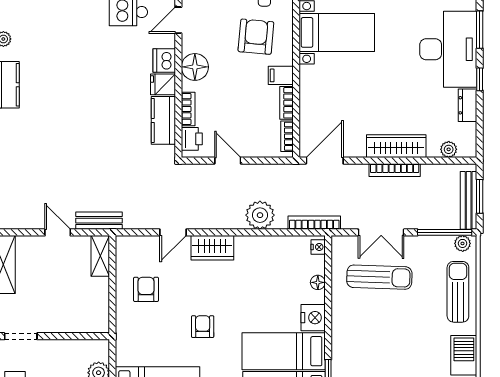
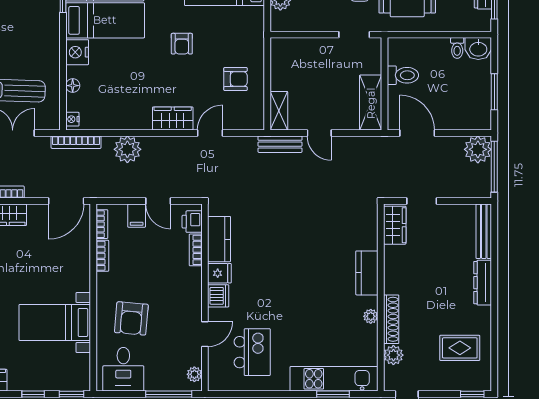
floor lamp: (195, 67) -> (189, 290), removed
filing cabinet: (281, 75) -> (137, 216), moved, turned 90
armchair: (146, 289) -> (235, 79), turned -90

